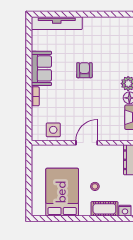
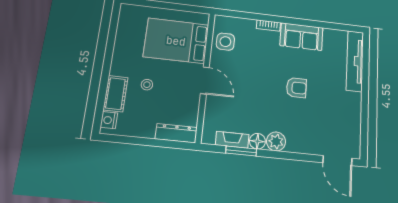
bed: (62, 192) -> (176, 41), moved, turned 180

